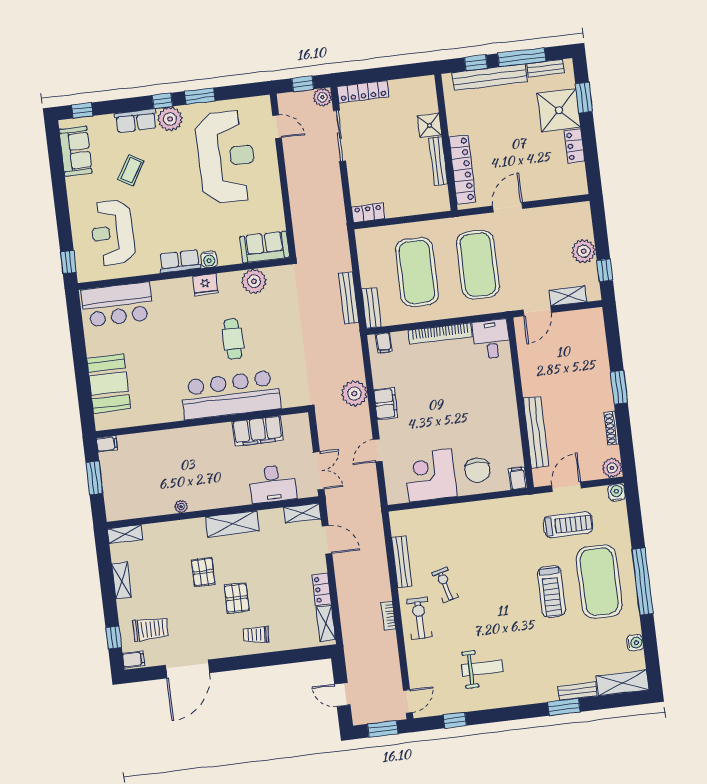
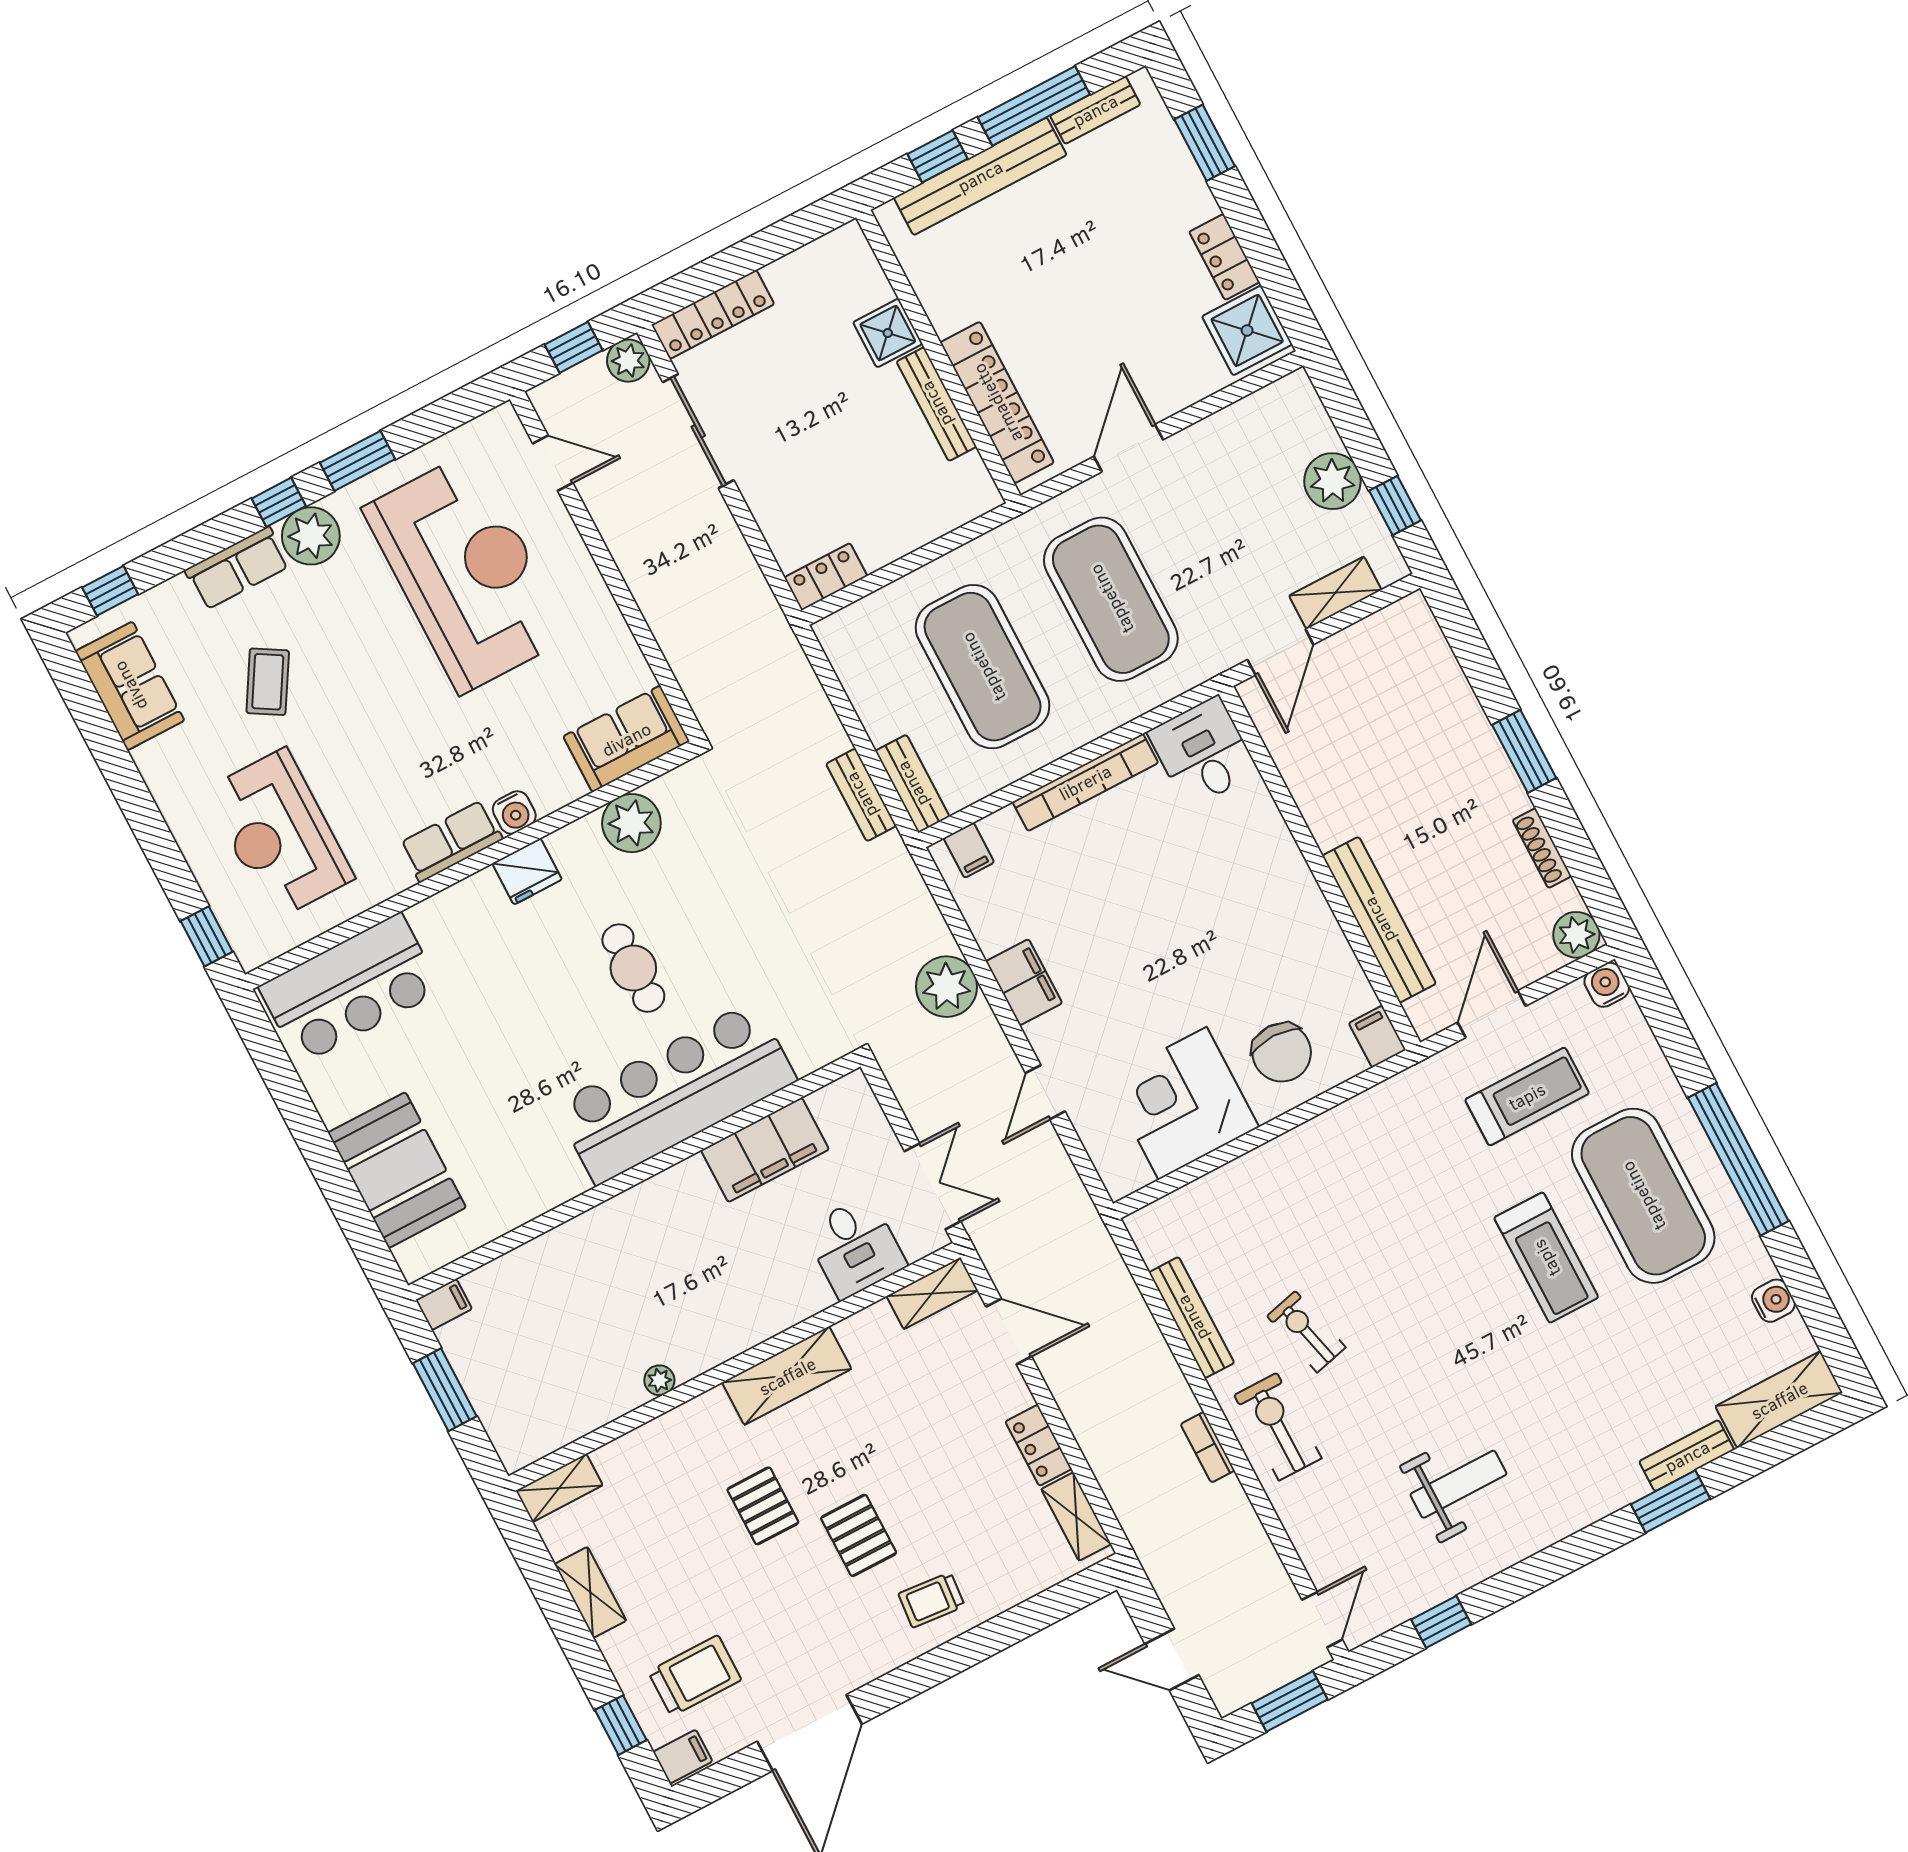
shower: (559, 110) -> (1247, 330), moved, width x0.73, depth x0.73
bench: (349, 298) -> (861, 795), width x0.73
desk: (273, 484) -> (855, 1247), width x0.73

